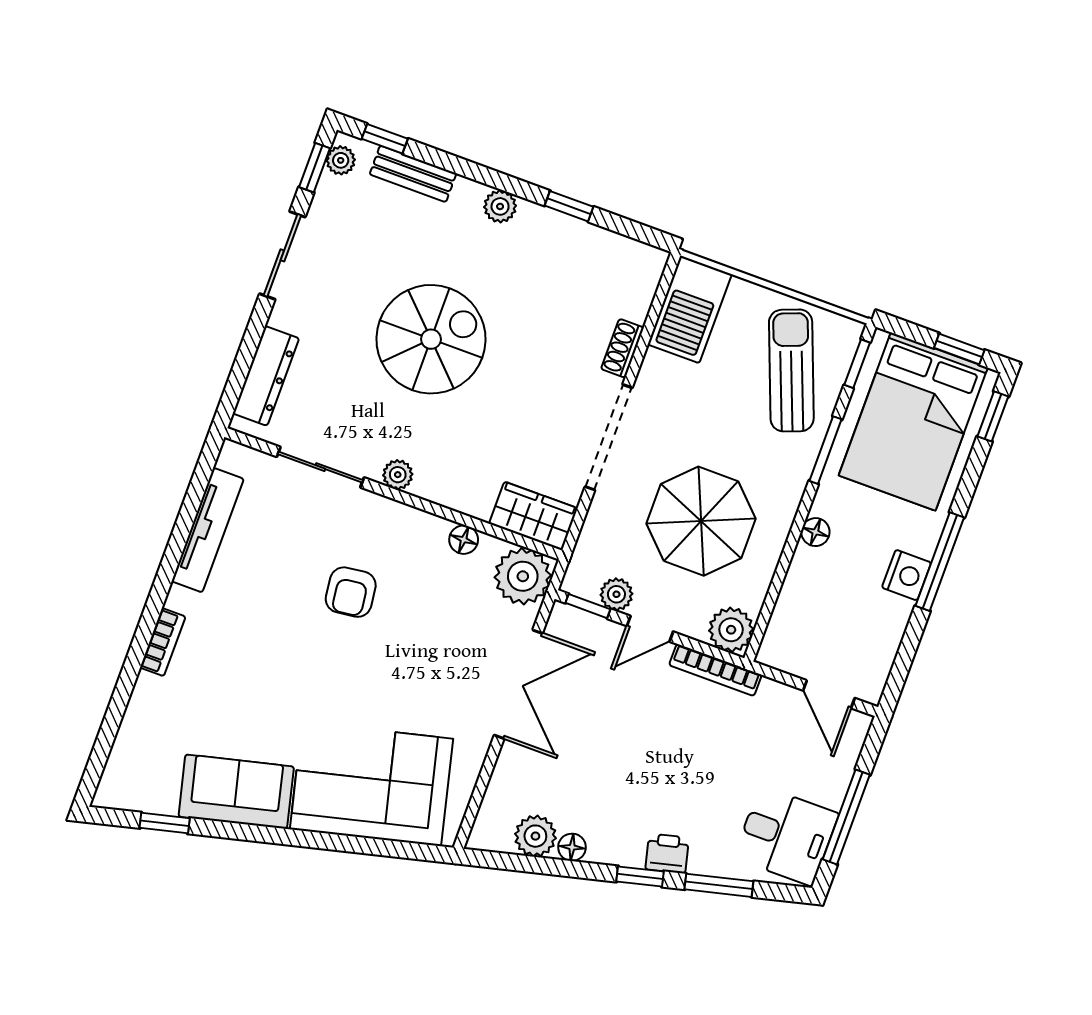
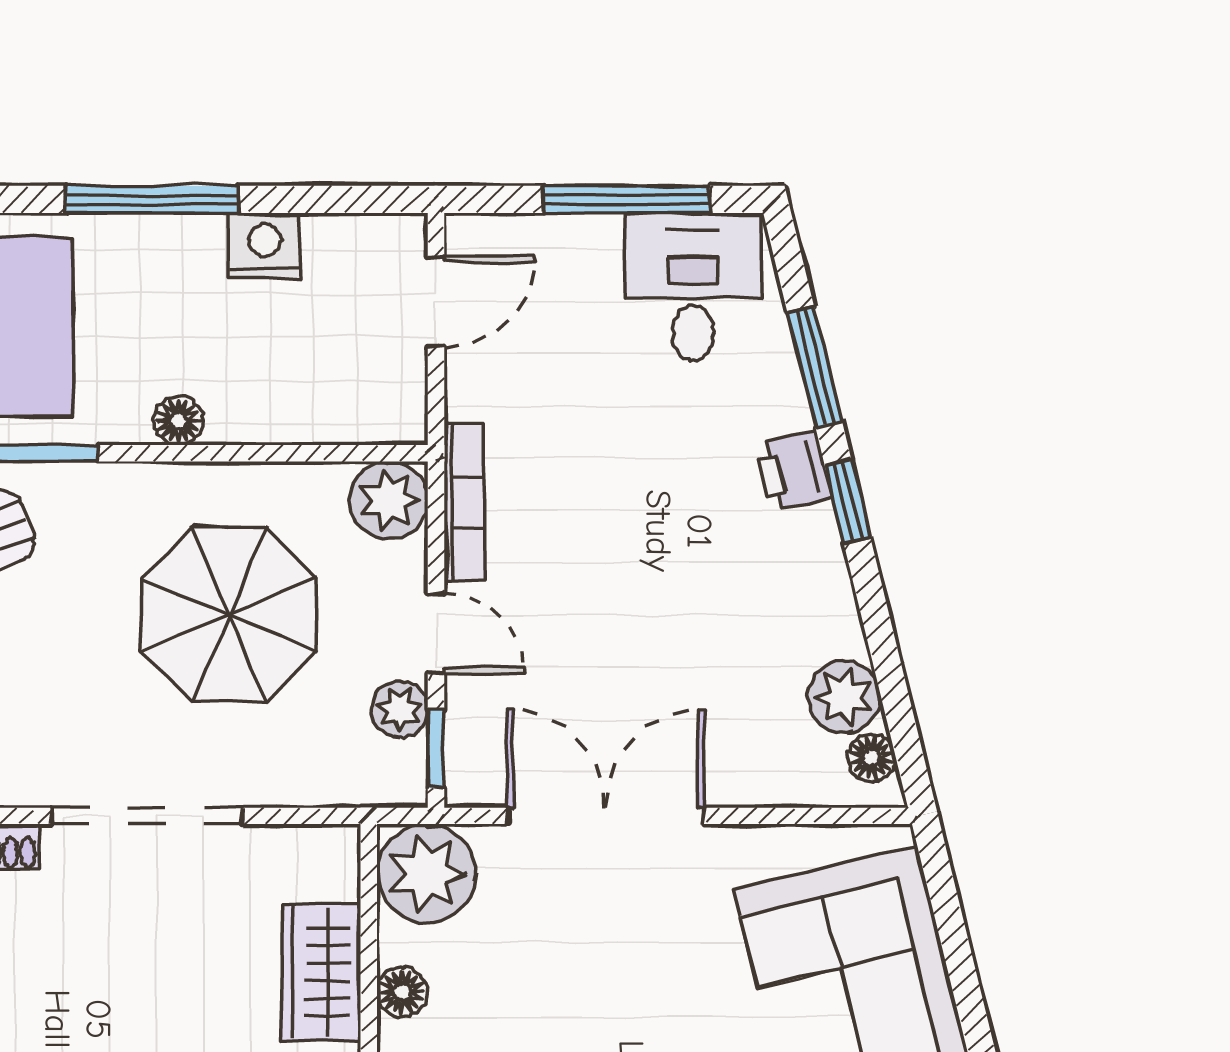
wardrobe: (533, 516) -> (321, 972), moved
nightstand: (906, 575) -> (265, 246), moved
floor lamp: (572, 847) -> (871, 758), moved

